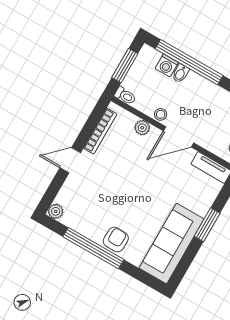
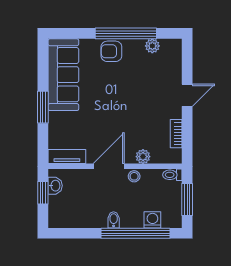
bidet: (180, 73) -> (114, 220), moved
bookcase: (100, 131) -> (176, 134), width x0.64
plant: (56, 211) -> (152, 46), moved
armchair: (116, 240) -> (111, 51), turned 89

